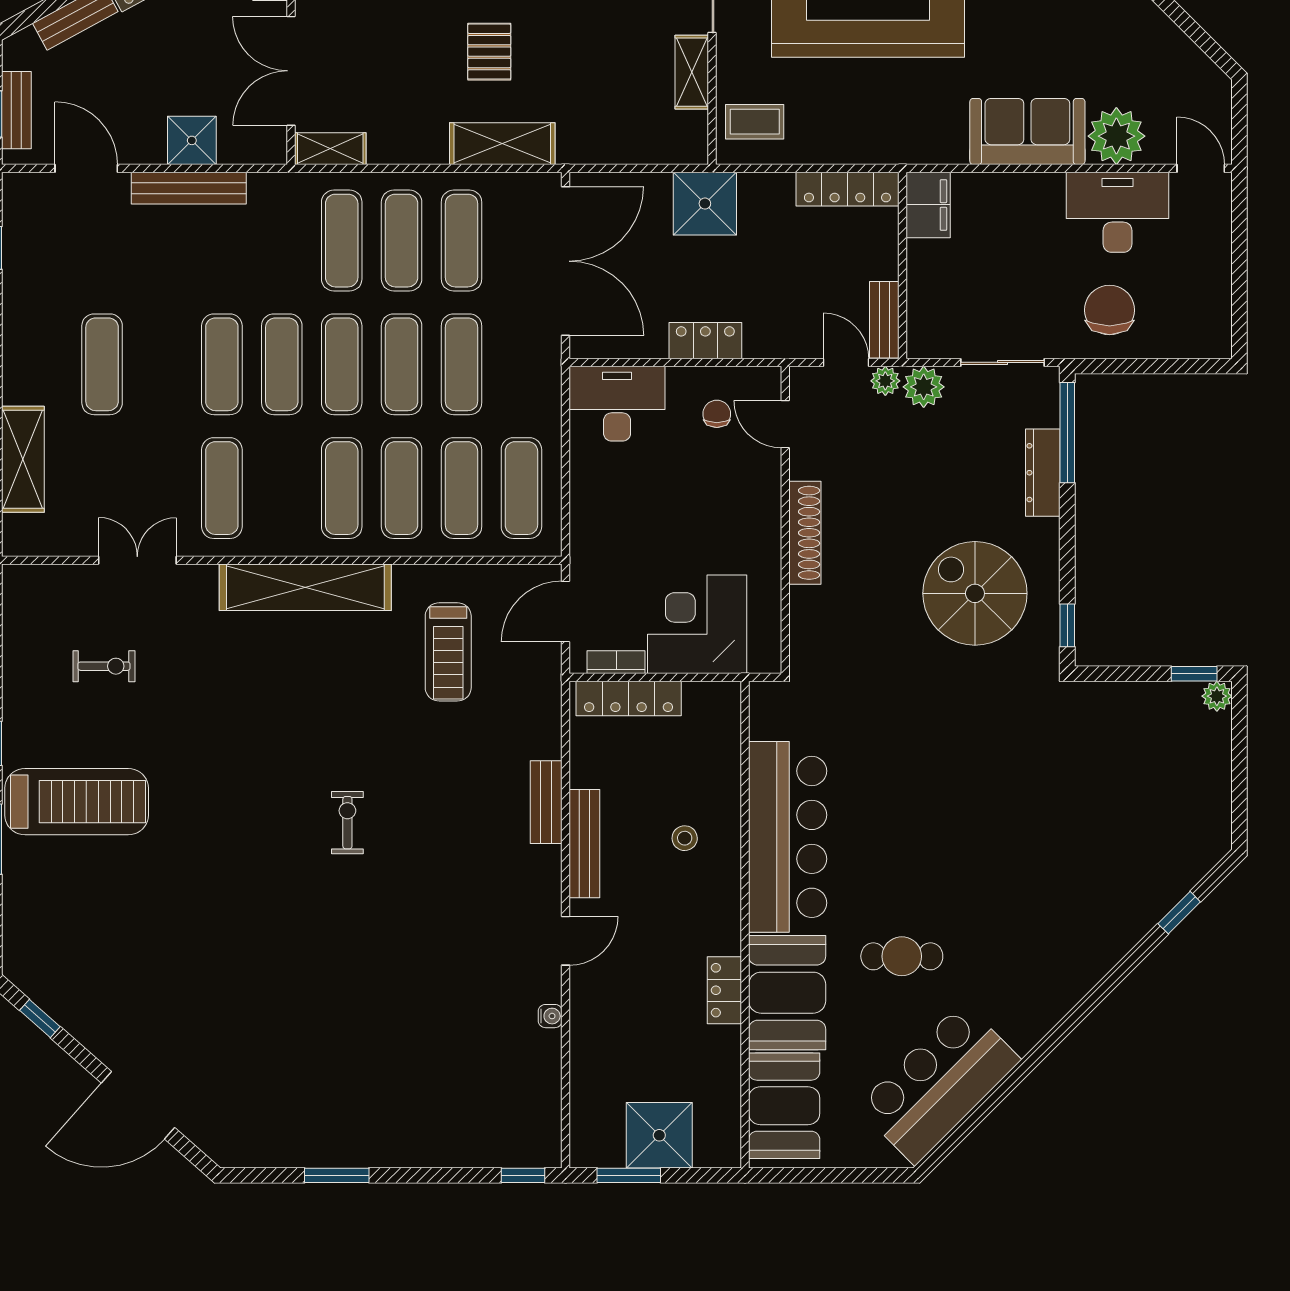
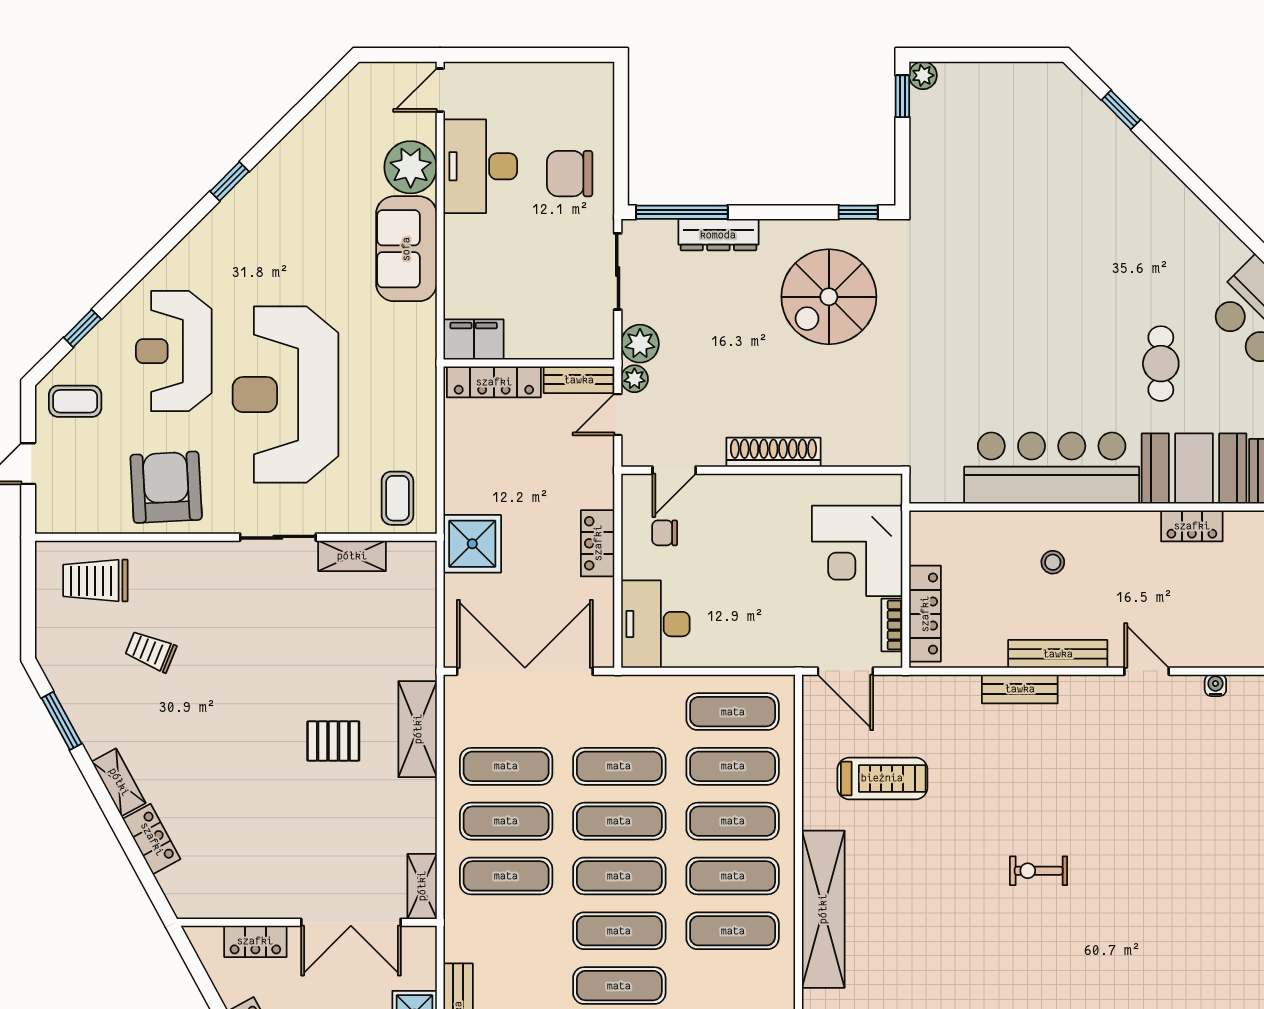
locker: (847, 189) -> (494, 382), moved, turned 90
exercise mat: (222, 488) -> (733, 931), moved

